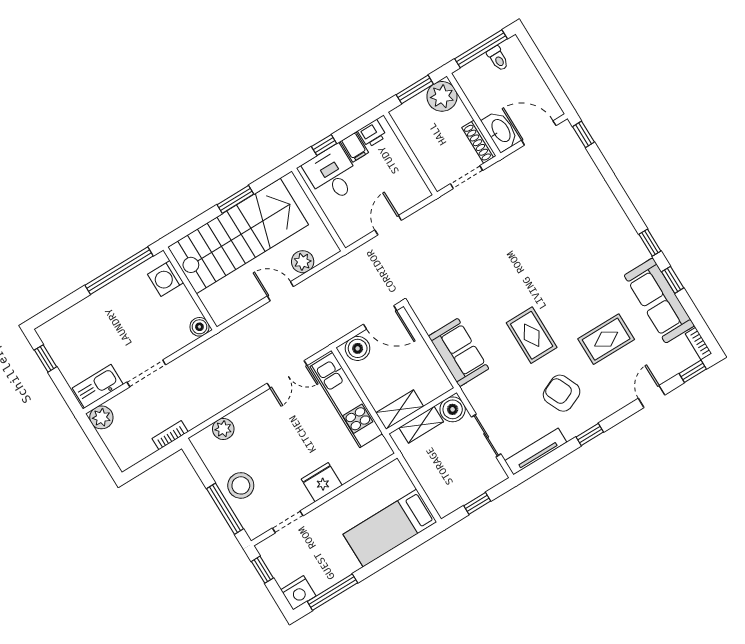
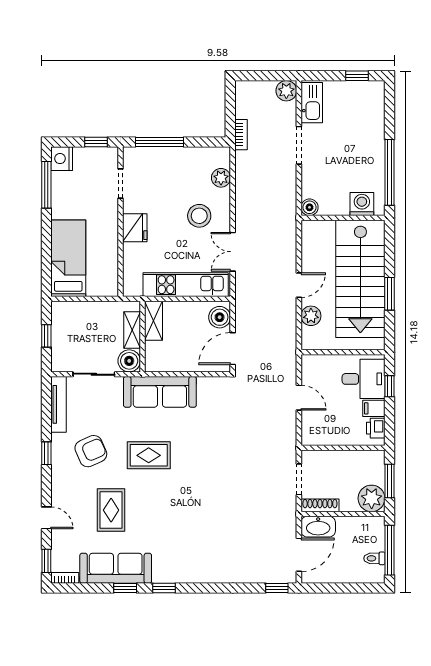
sofa: (459, 352) -> (160, 392), width x1.36
stool: (241, 485) -> (199, 216), moved

